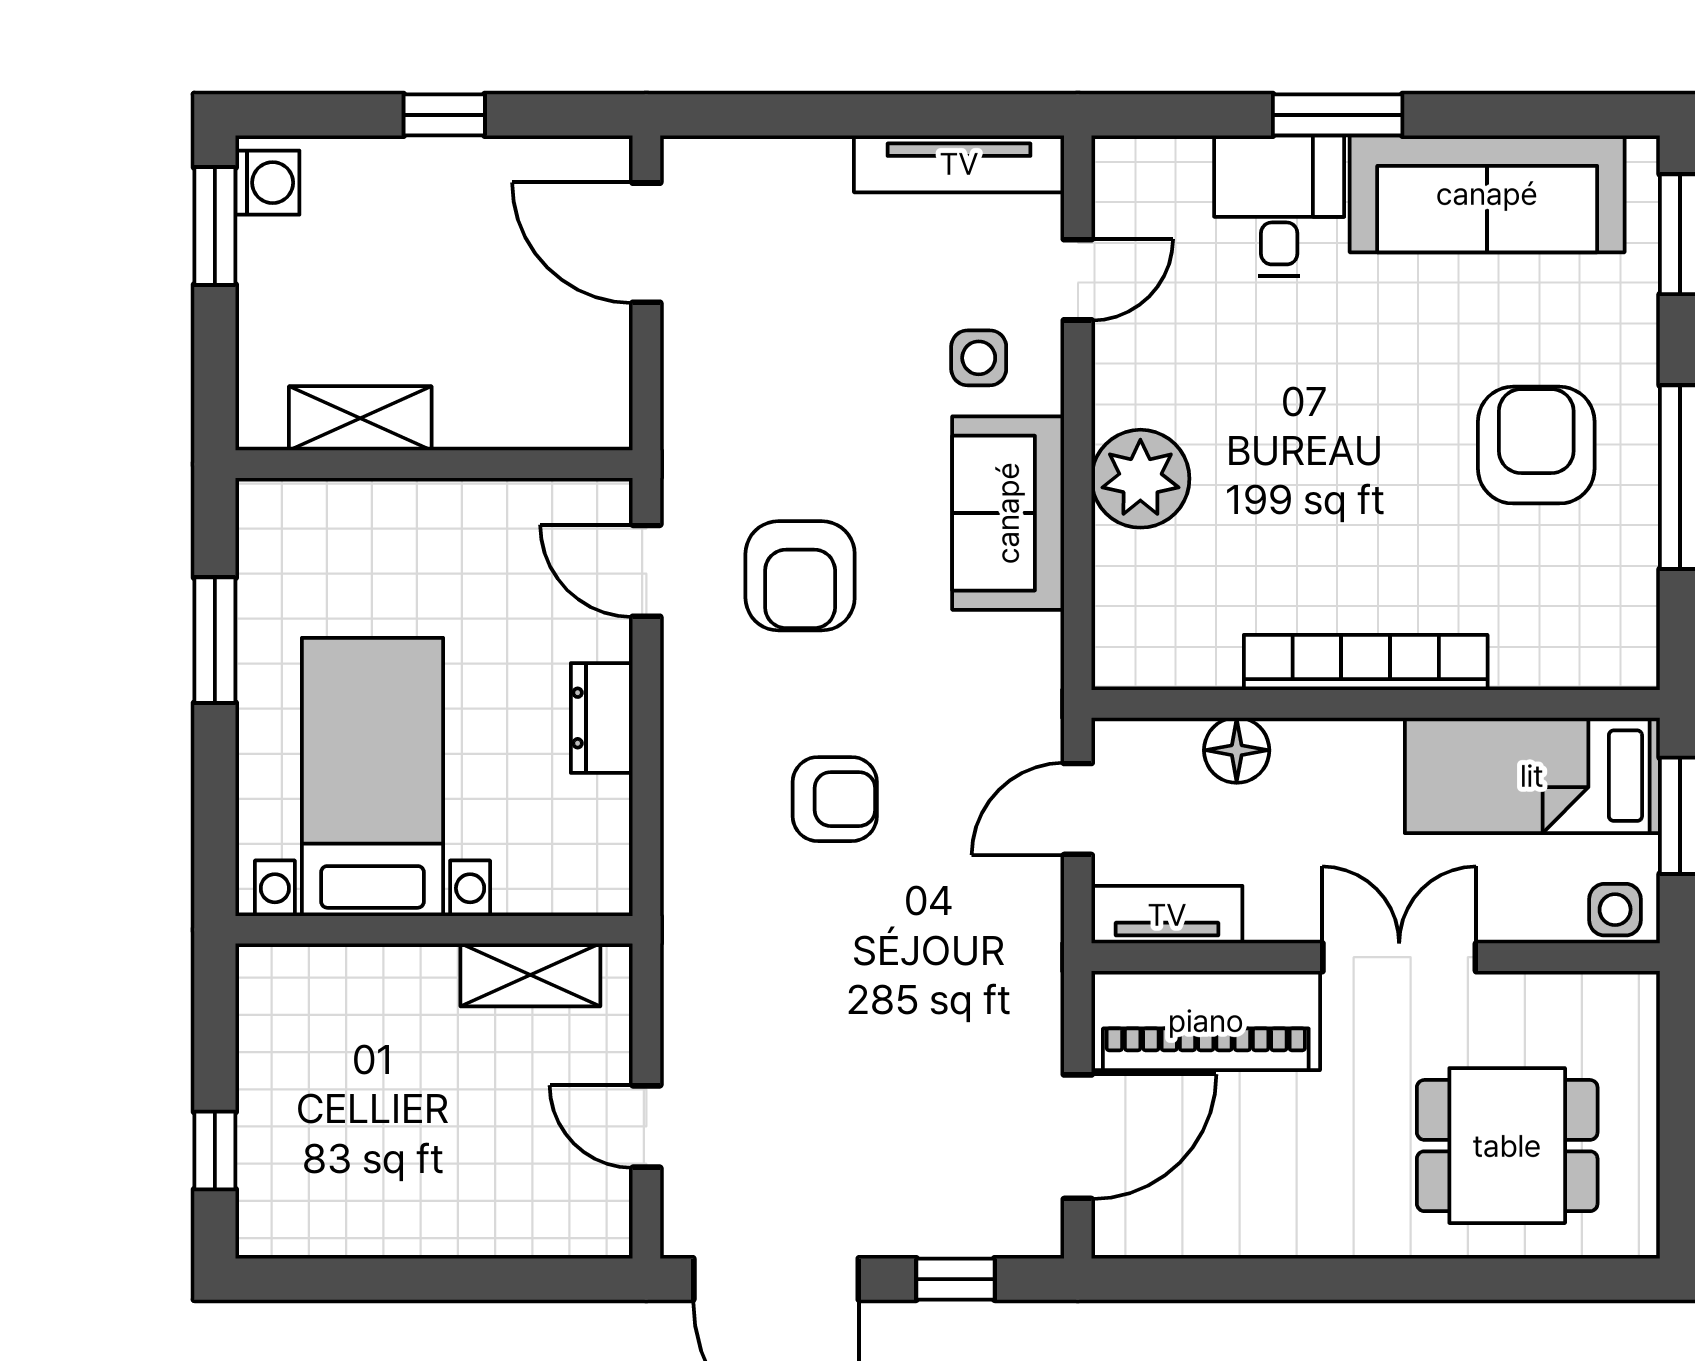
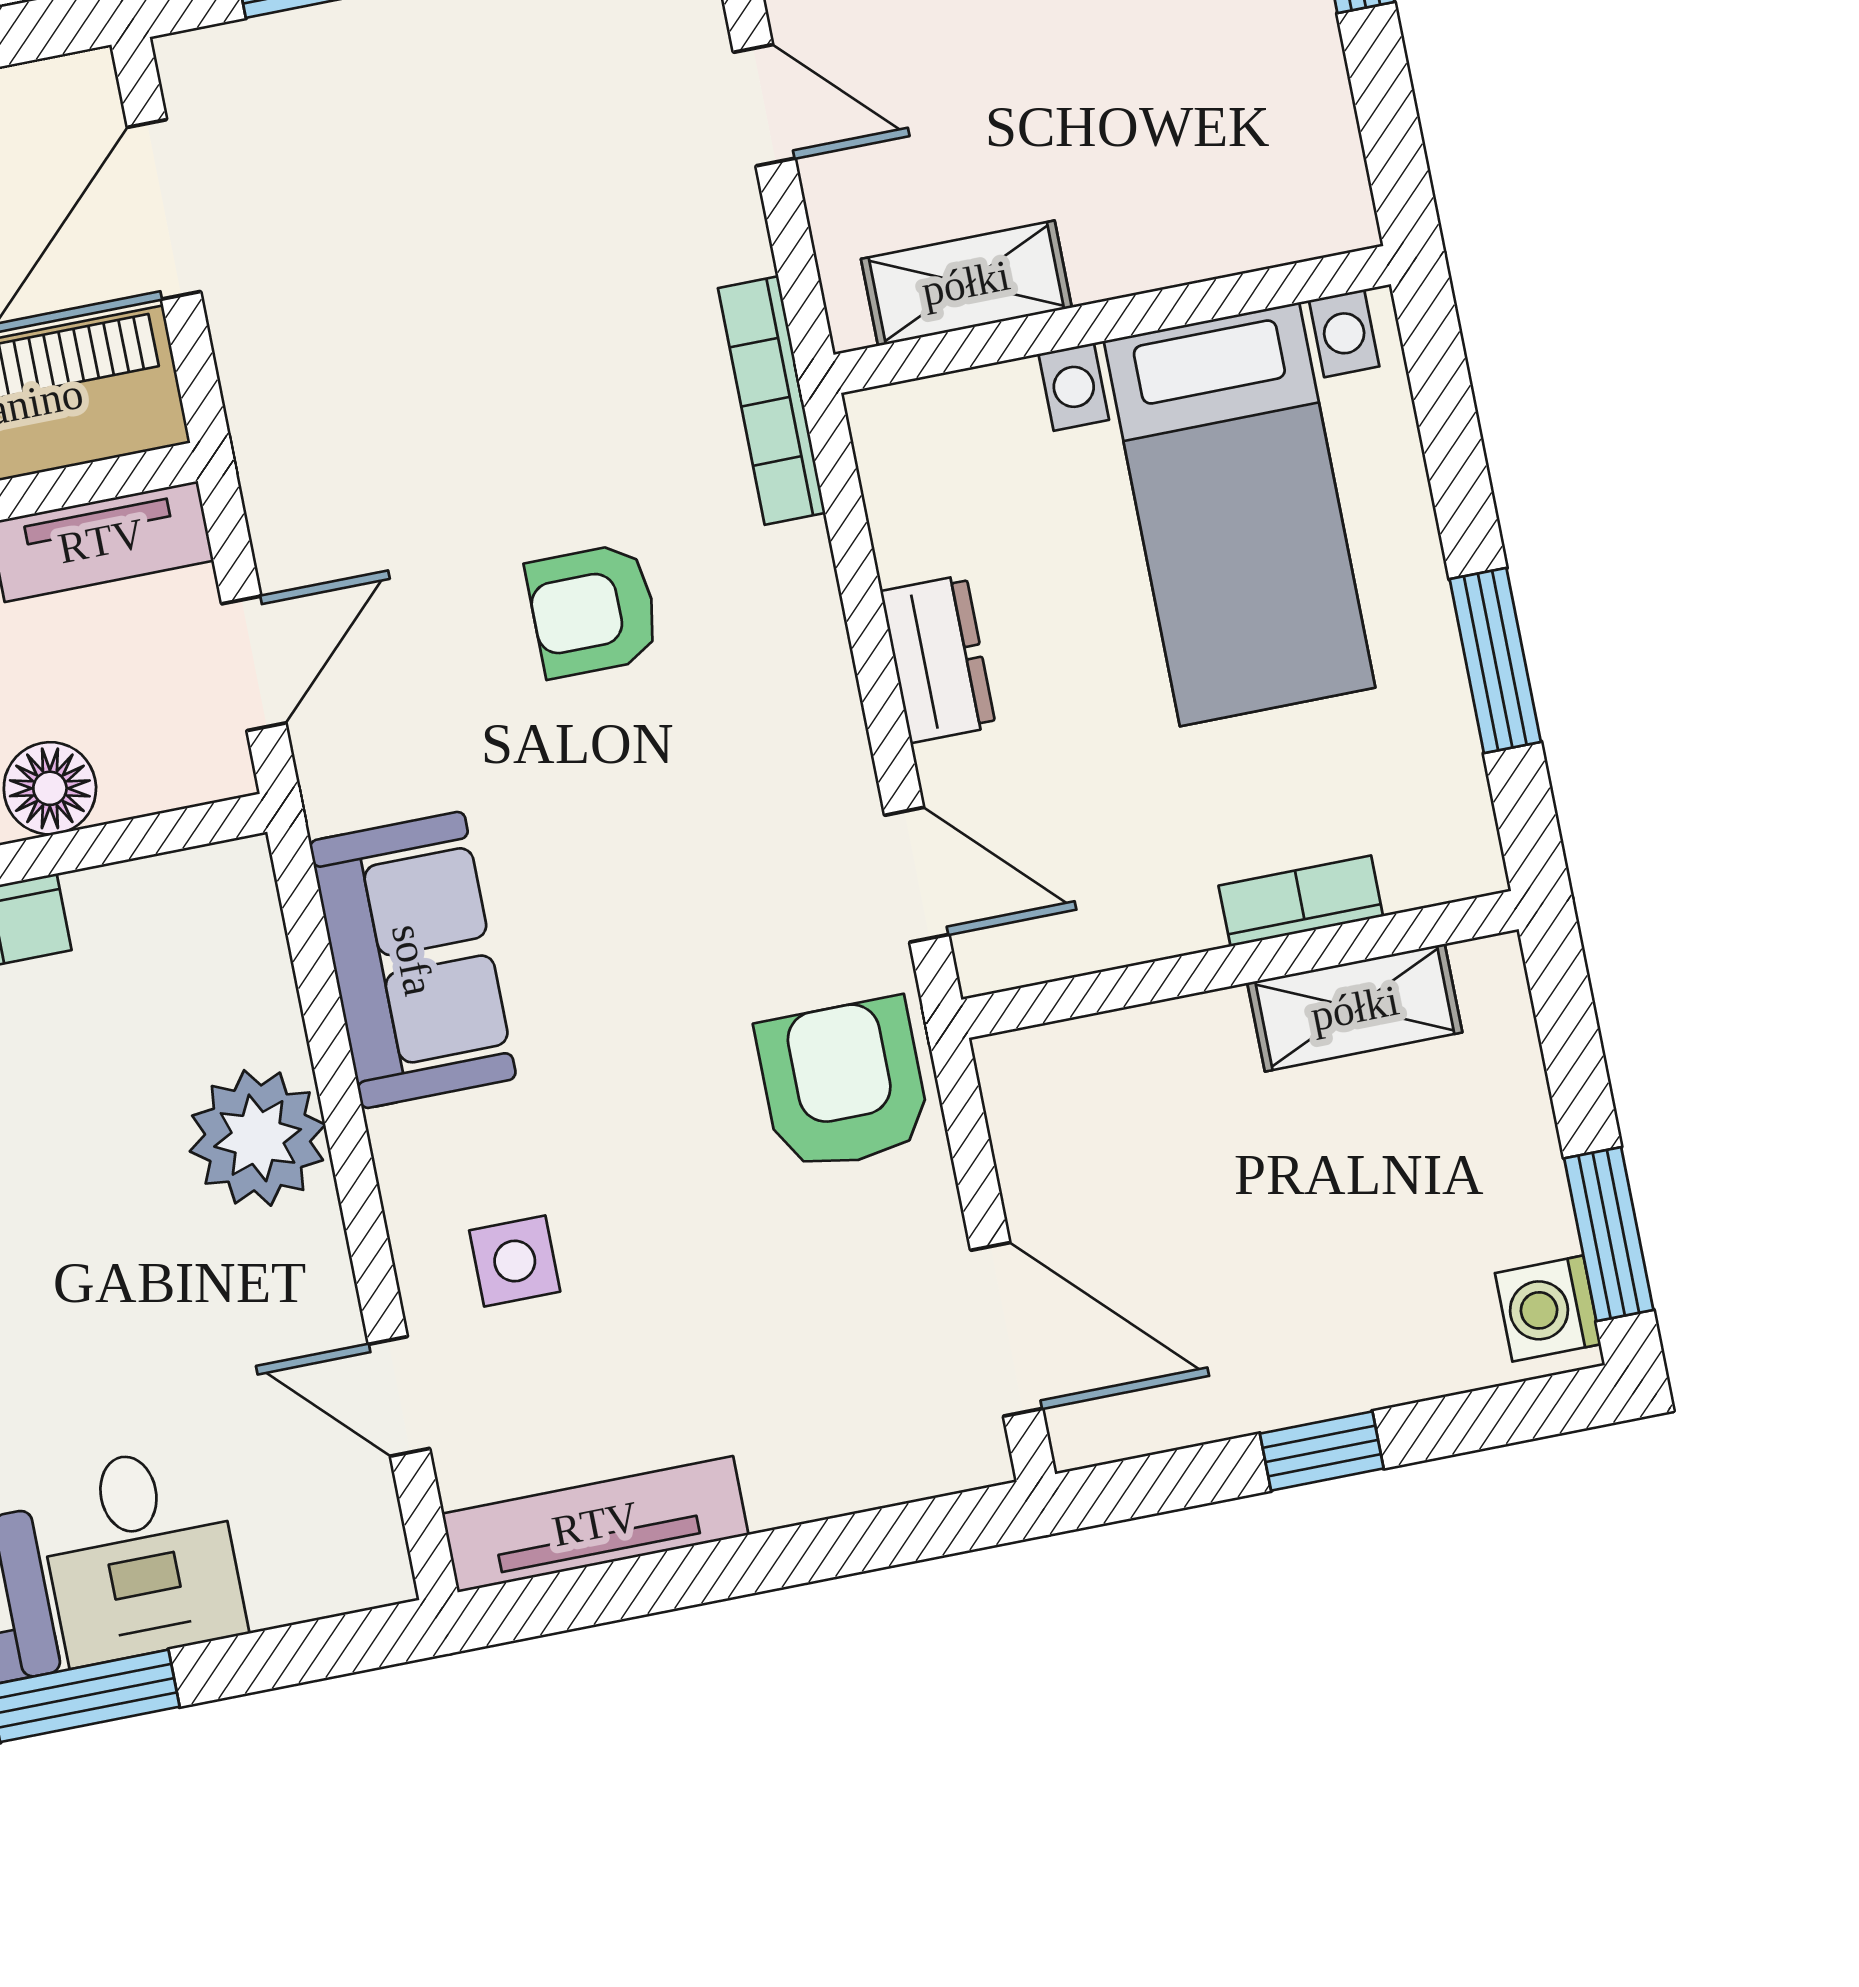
door: (1078, 280) -> (399, 1396), hinge flipped
bookcase: (383, 500) -> (1301, 901), added
sofa: (1008, 513) -> (413, 960), moved
armchair: (800, 576) -> (843, 1084), moved
bookcase: (682, 920) -> (772, 401), added

